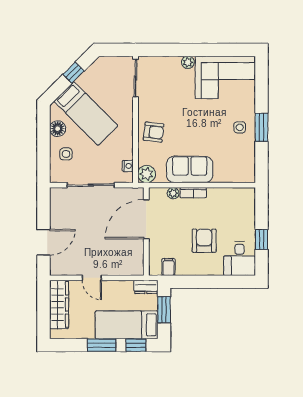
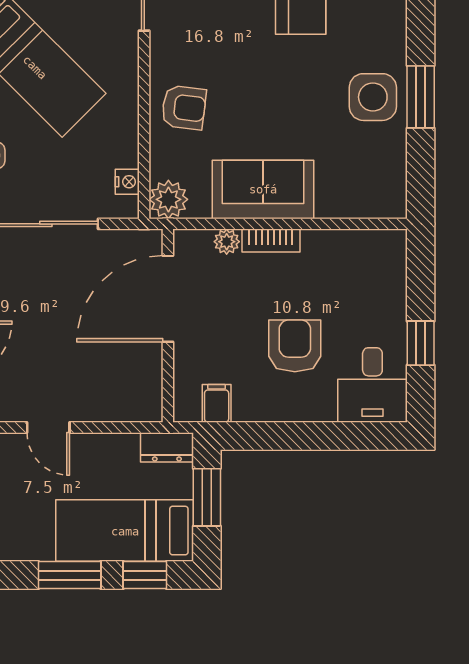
side table: (240, 127) -> (373, 97), width x1.87, depth x1.87

